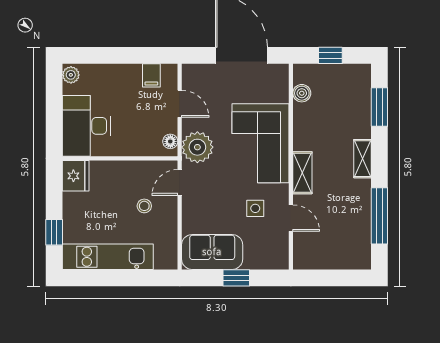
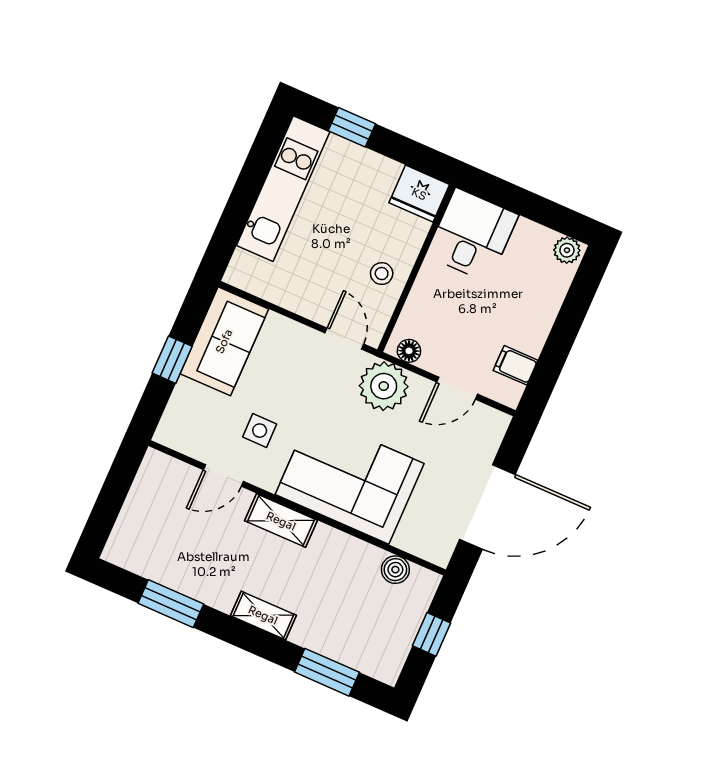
desk: (86, 126) -> (472, 235), width x0.73
stool: (144, 206) -> (382, 274), moved
window: (379, 216) -> (171, 604), width x0.69

